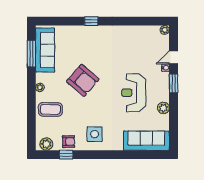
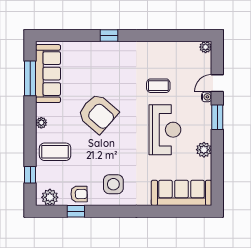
coffee table: (129, 59) -> (158, 86), added
reception desk: (134, 93) -> (165, 130), turned 180
window: (31, 127) -> (30, 175), added

